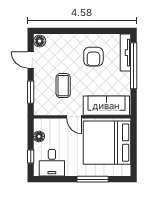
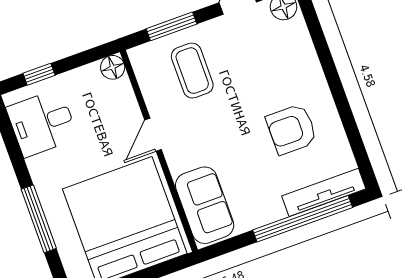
coffee table: (63, 86) -> (192, 71), moved, turned 90
sofa: (106, 106) -> (205, 205), width x0.73
floor lamp: (39, 136) -> (113, 67), moved

